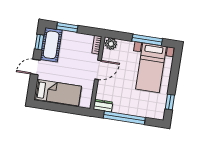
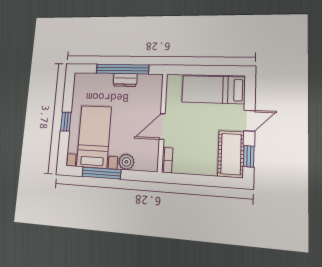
window: (67, 27) -> (211, 181), removed
plant: (111, 44) -> (126, 162), moved
window: (170, 102) -> (66, 122), moved
dresser: (103, 106) -> (125, 80), moved

